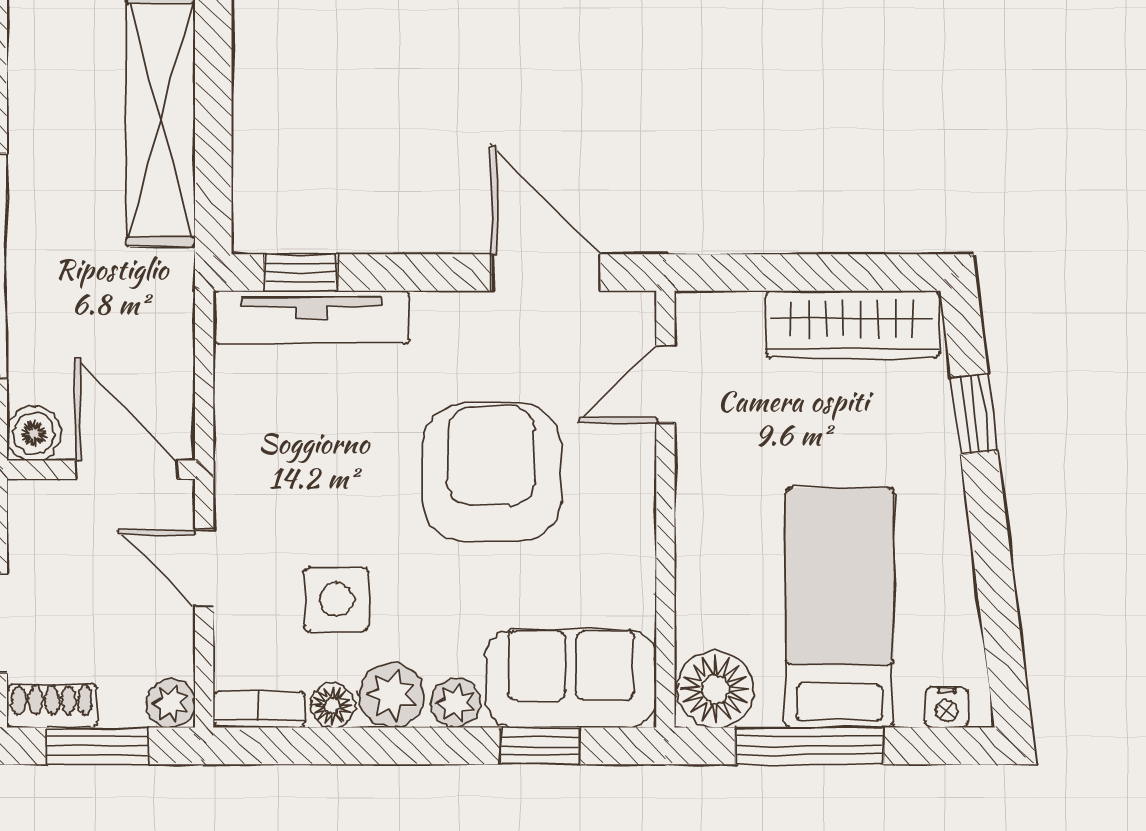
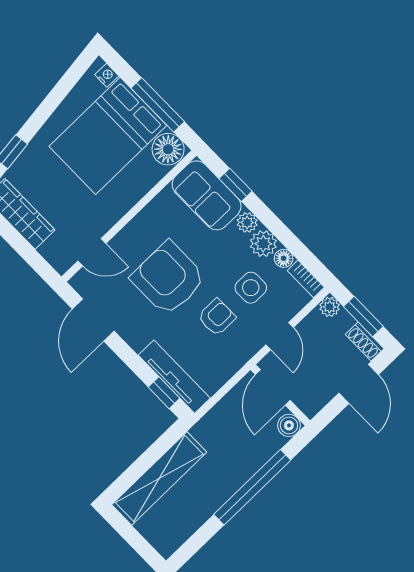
armchair: (492, 472) -> (168, 278), turned 90
armchair: (343, 491) -> (217, 317), added
bed: (840, 608) -> (108, 136), width x1.50

